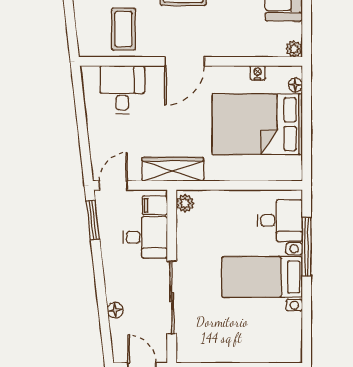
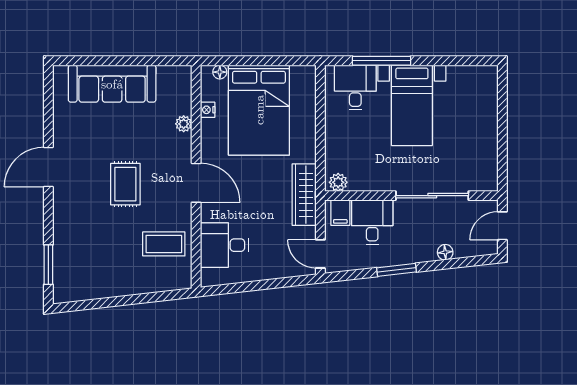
plant: (294, 49) -> (184, 124), moved
window: (93, 220) -> (396, 270), moved

